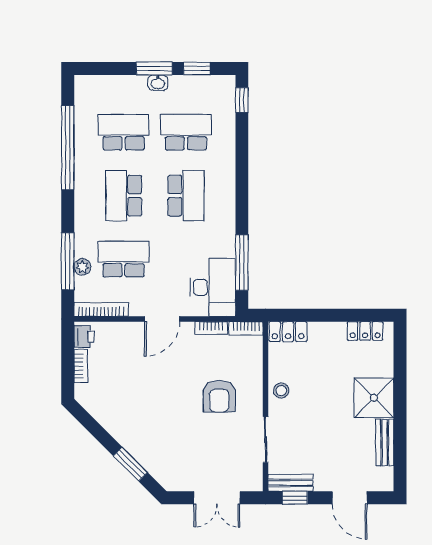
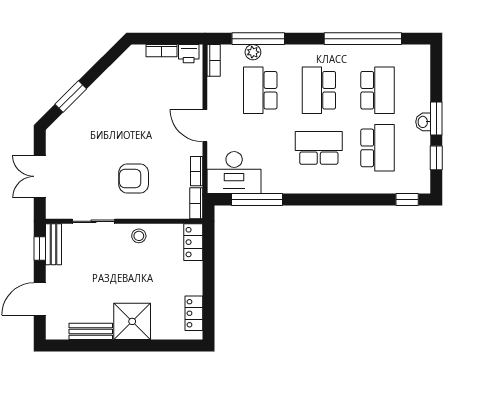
school desk: (124, 196) -> (319, 90), turned -90
school desk: (186, 196) -> (319, 148), turned 180
school desk: (124, 259) -> (260, 90), turned 180
bookcase: (101, 310) -> (214, 60), width x0.64

